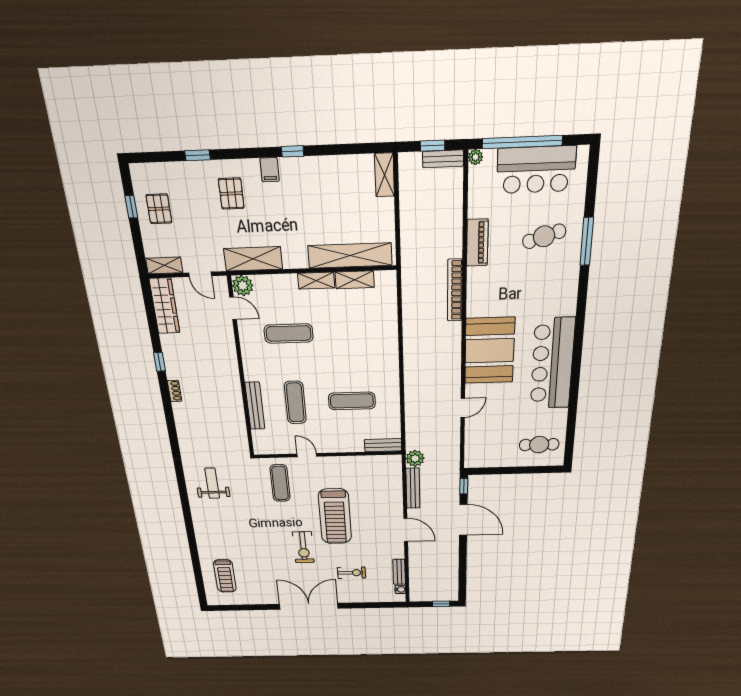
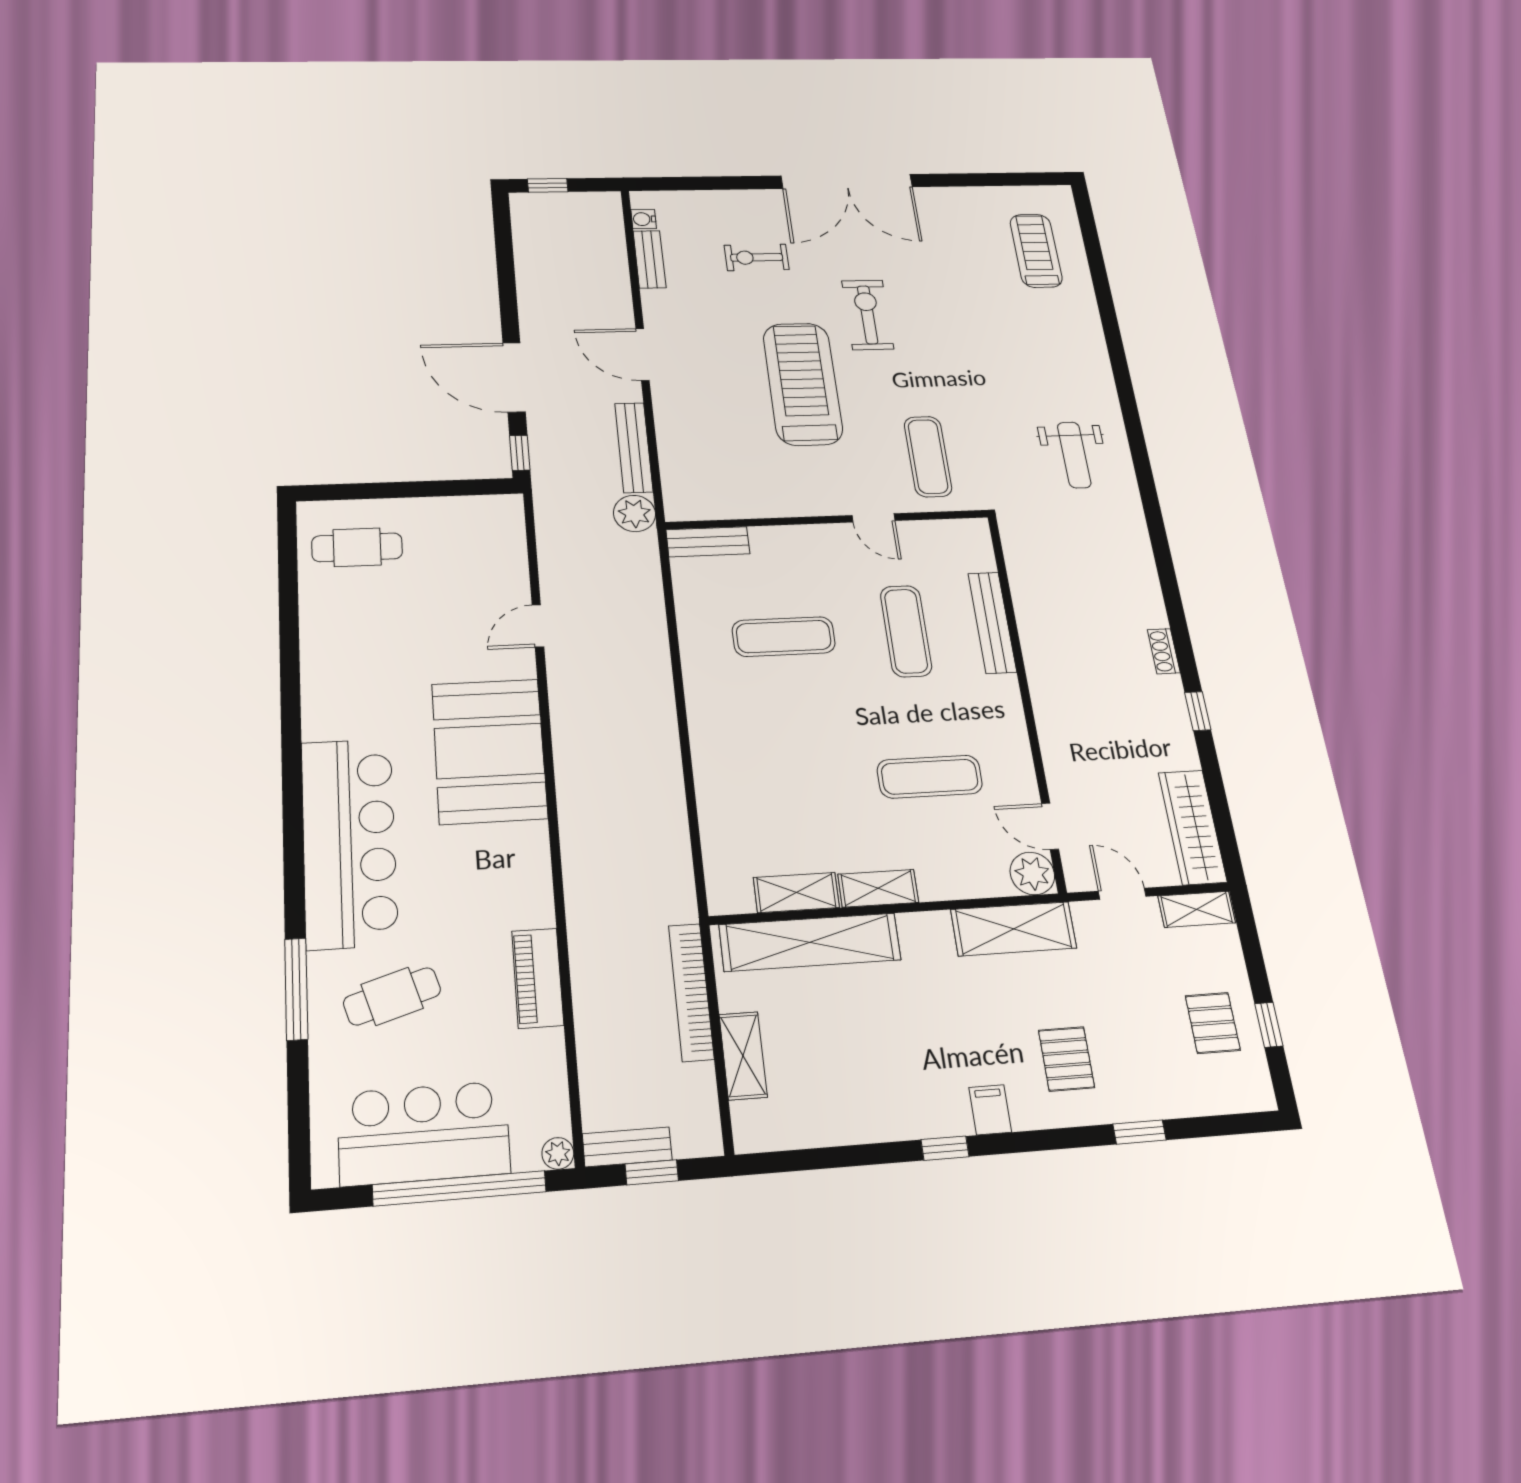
shelving: (384, 175) -> (743, 1056), moved
bookcase: (455, 290) -> (691, 992), moved, turned 180
bar counter: (552, 364) -> (349, 842), moved

